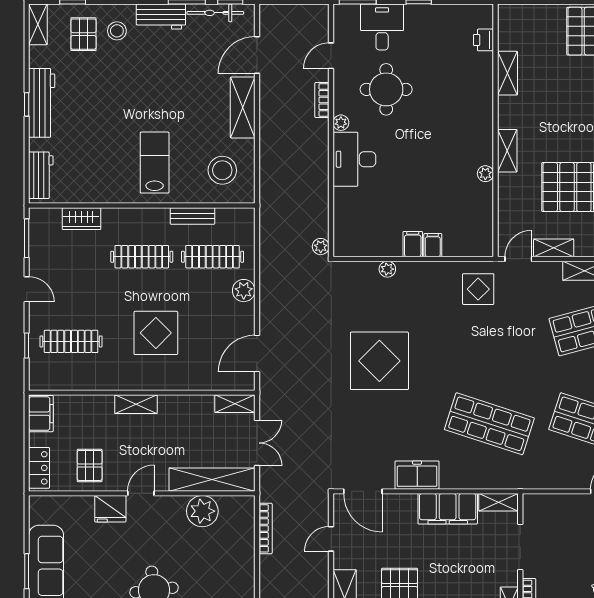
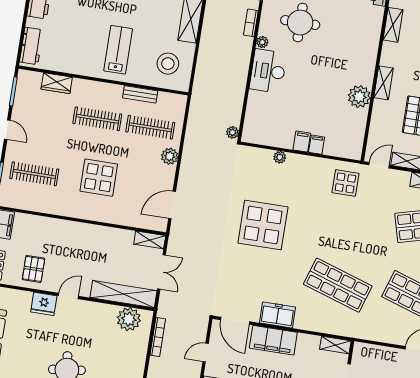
plant: (485, 174) -> (359, 97), width x1.87, depth x1.87
shelving: (136, 404) -> (75, 229), removed
filing cabinet: (448, 509) -> (273, 340), moved
plant: (202, 511) -> (129, 319), moved

